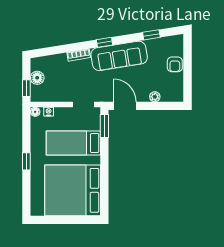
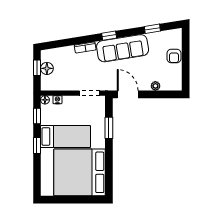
window: (26, 88) -> (37, 68), moved
window: (104, 126) -> (109, 128), moved
window: (26, 129) -> (37, 116), added
bed: (73, 143) -> (66, 136), moved, turned 180

